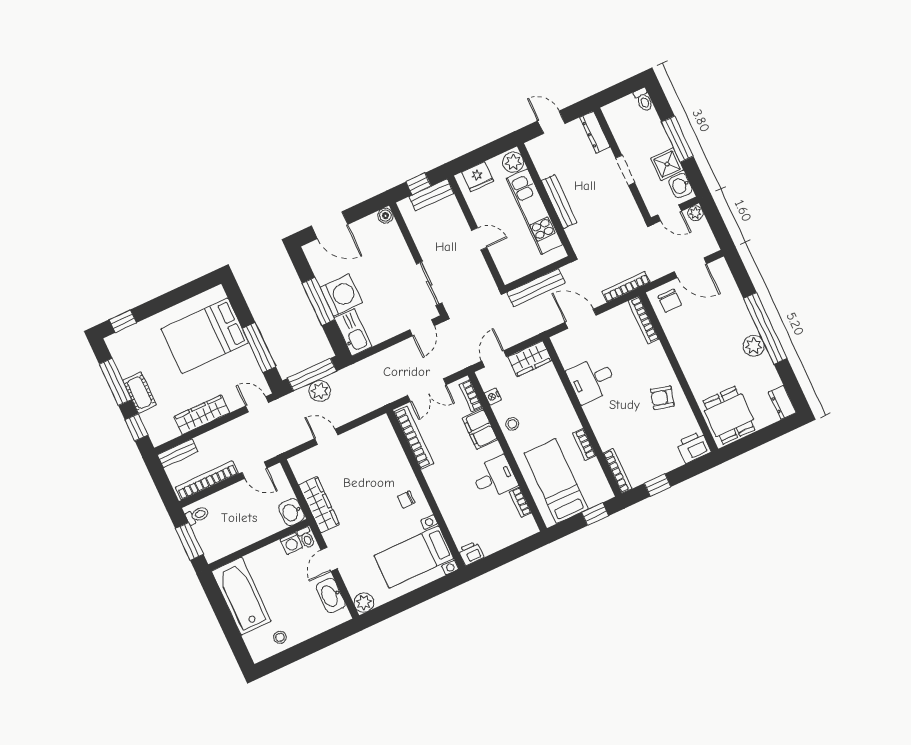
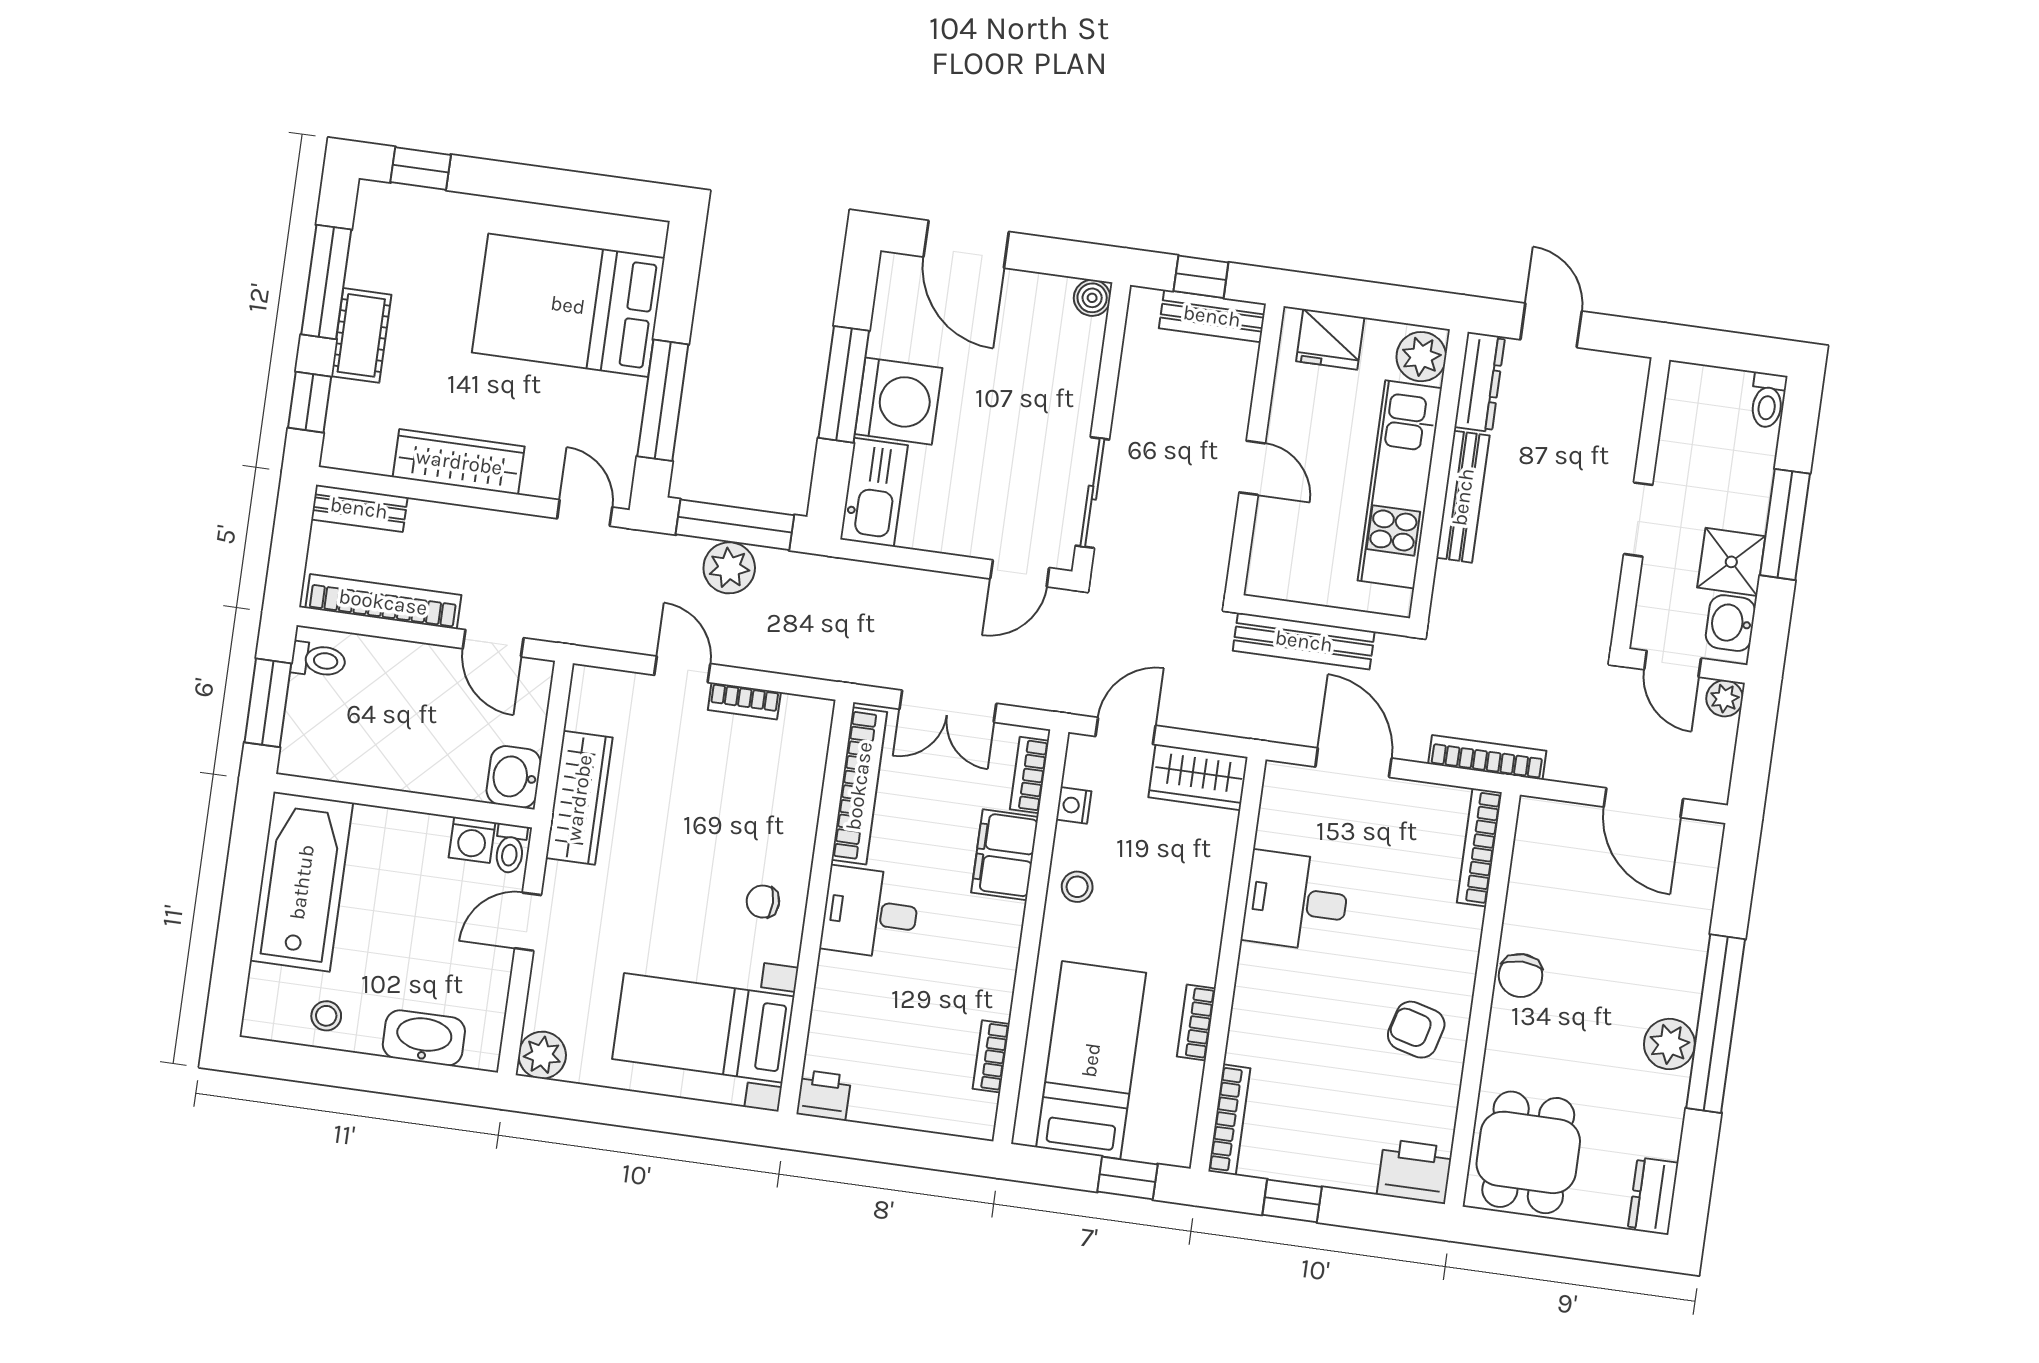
dresser: (595, 132) -> (1480, 382), moved, turned 180
chair: (670, 301) -> (1521, 975), moved
bookcase: (355, 434) -> (744, 701), added
desk: (494, 477) -> (870, 913), moved, turned 180
washbasin: (331, 596) -> (424, 1038), moved, turned 90

